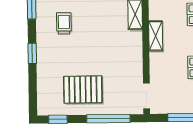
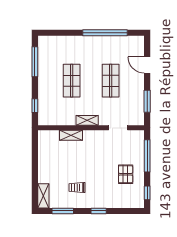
pallet: (83, 90) -> (126, 174), width x0.67, depth x0.71
doorway: (146, 96) -> (118, 128), moved

